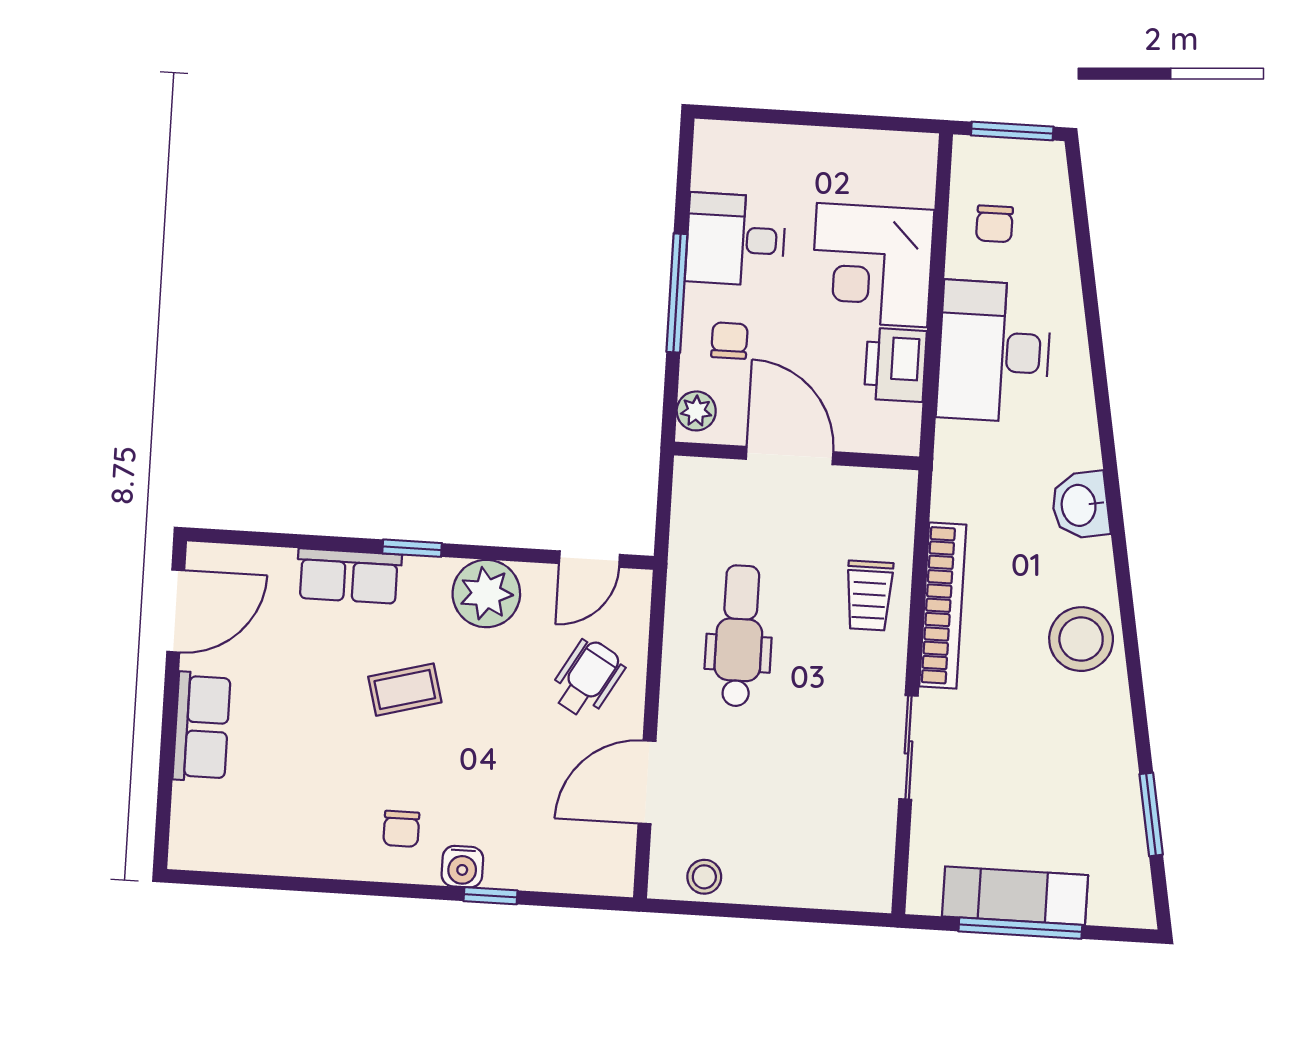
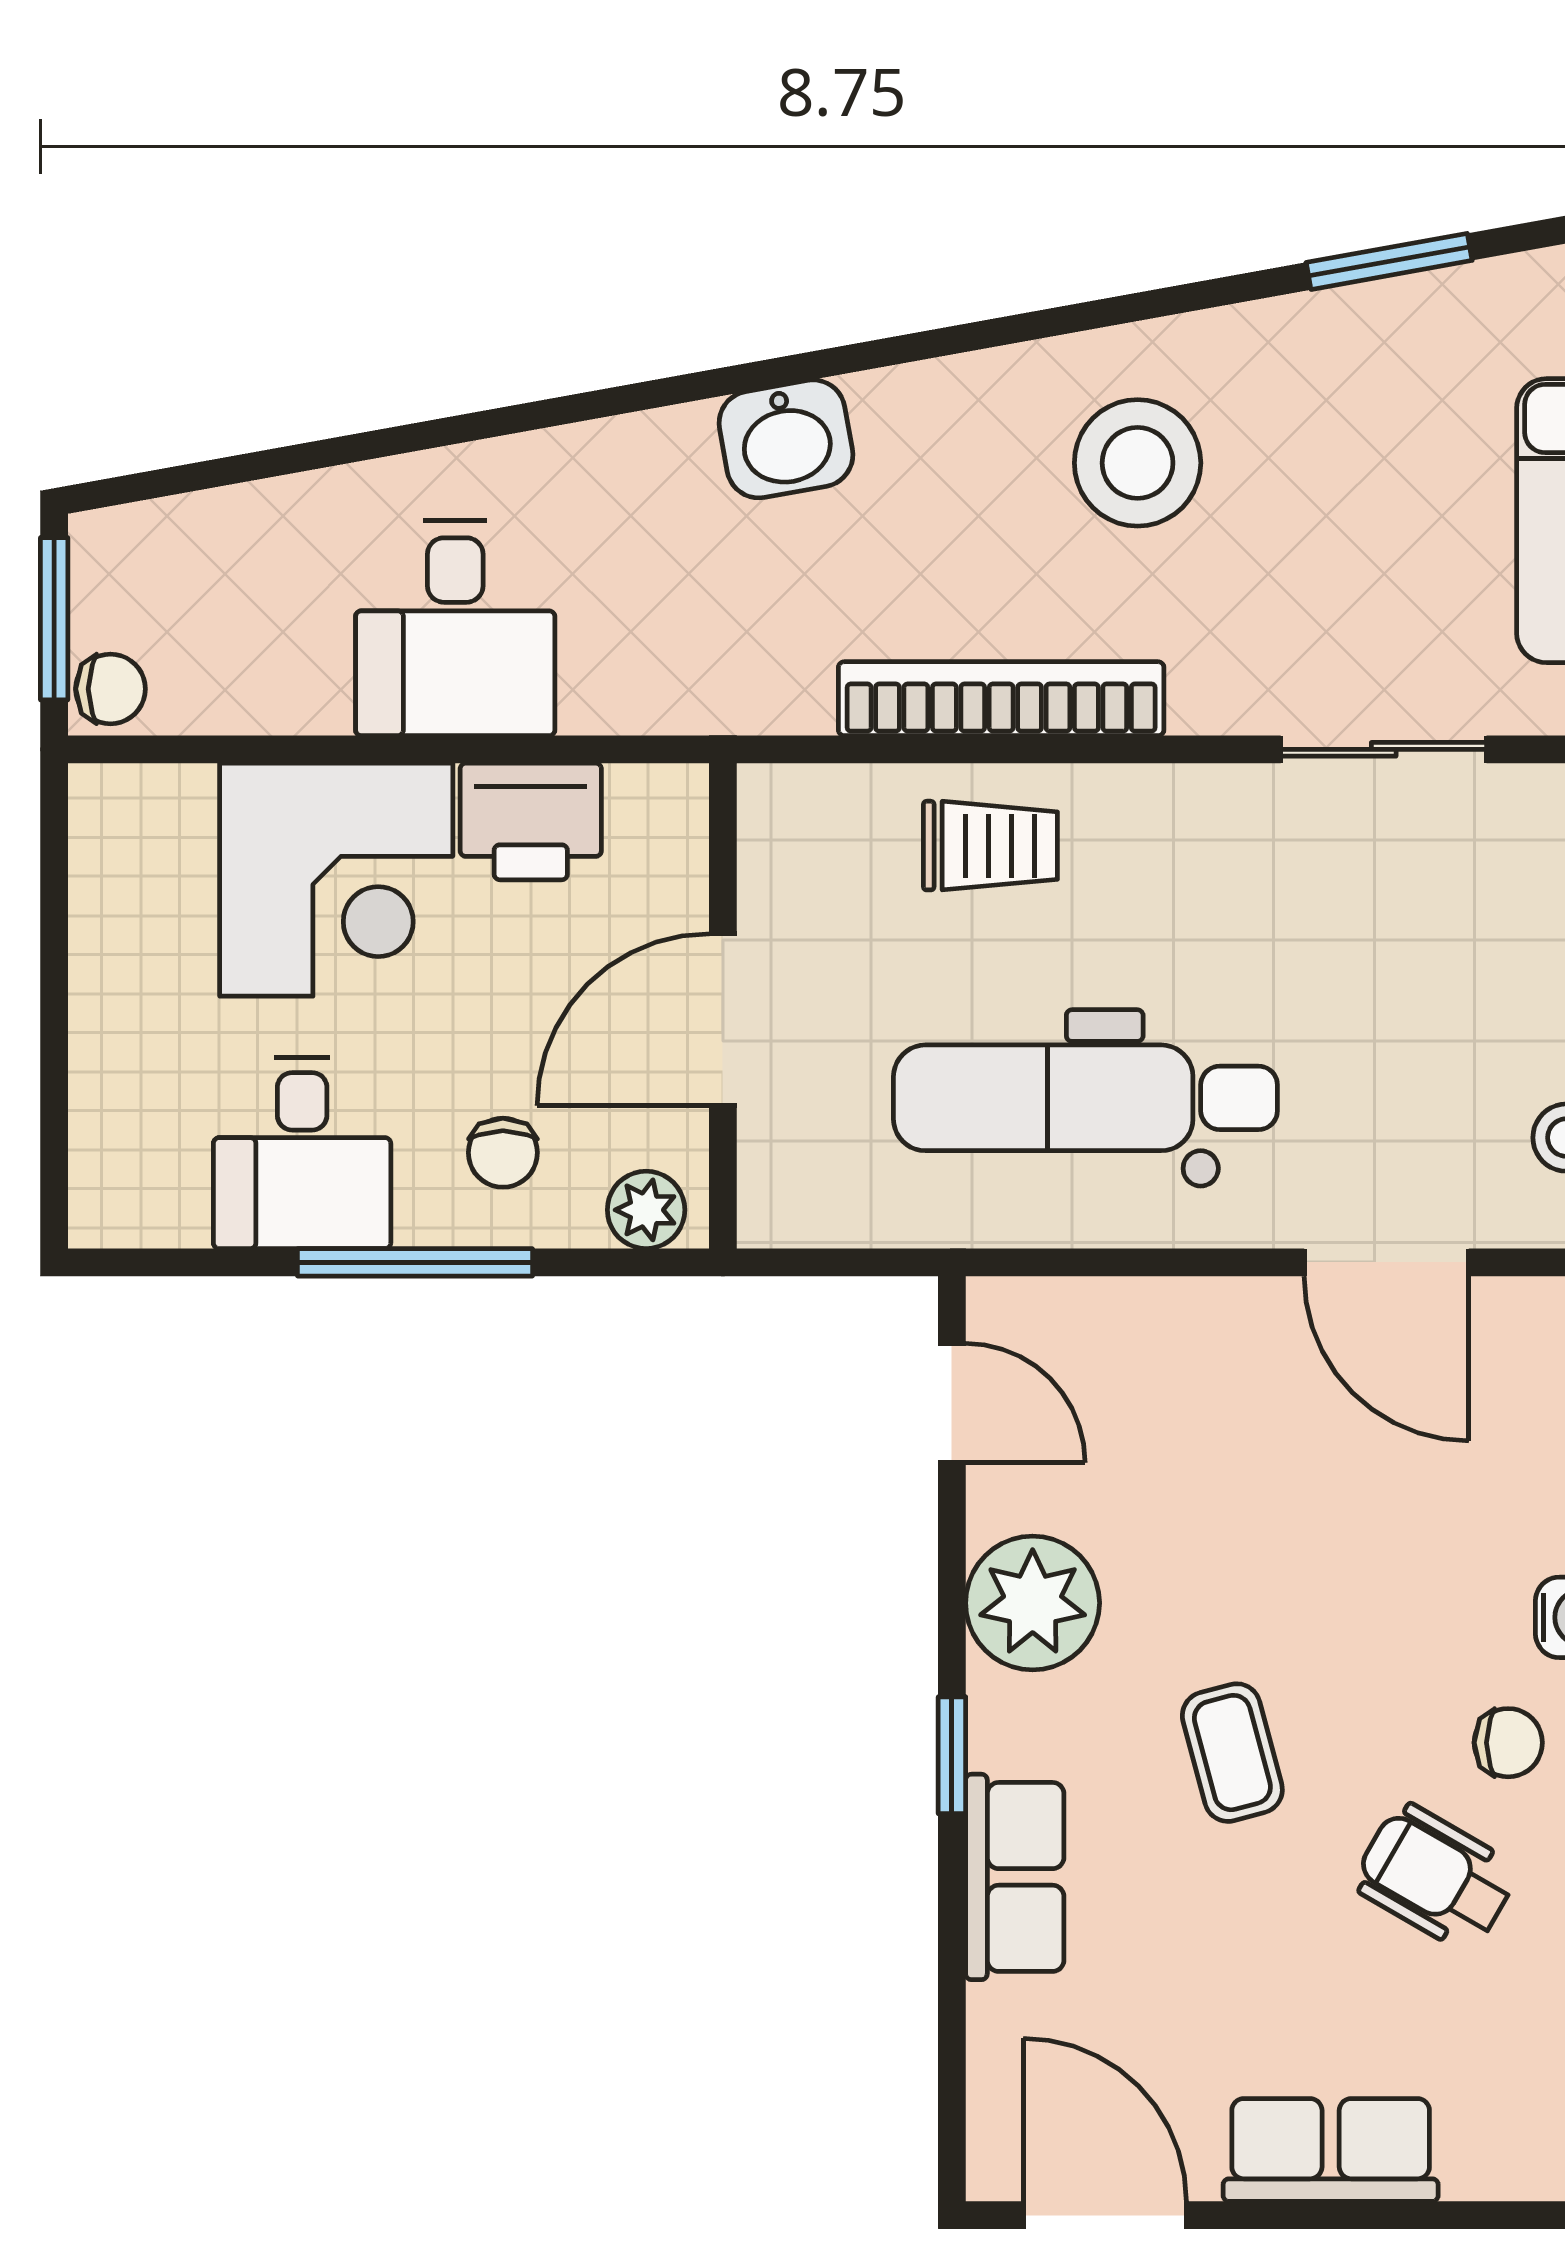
chair: (994, 224) -> (111, 689), moved
chair: (729, 341) -> (503, 1153), turned -90
desk: (994, 351) -> (455, 628), width x0.73
dental chair: (739, 636) -> (1085, 1098), width x1.36, depth x1.38
stool: (1081, 639) -> (1138, 463), moved
wheelchair: (587, 679) -> (1436, 1877), moved
sliding door: (908, 747) -> (1384, 749), moved

